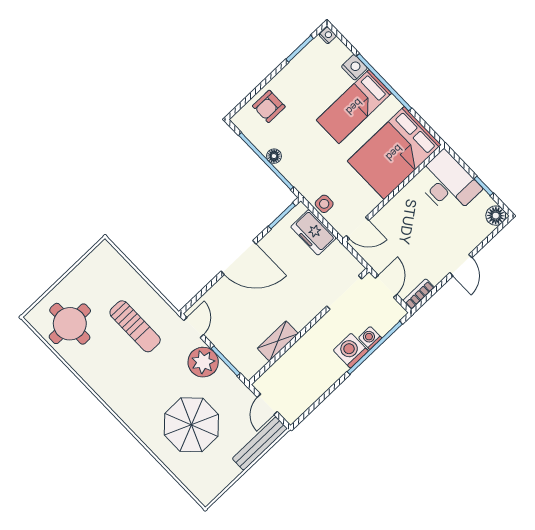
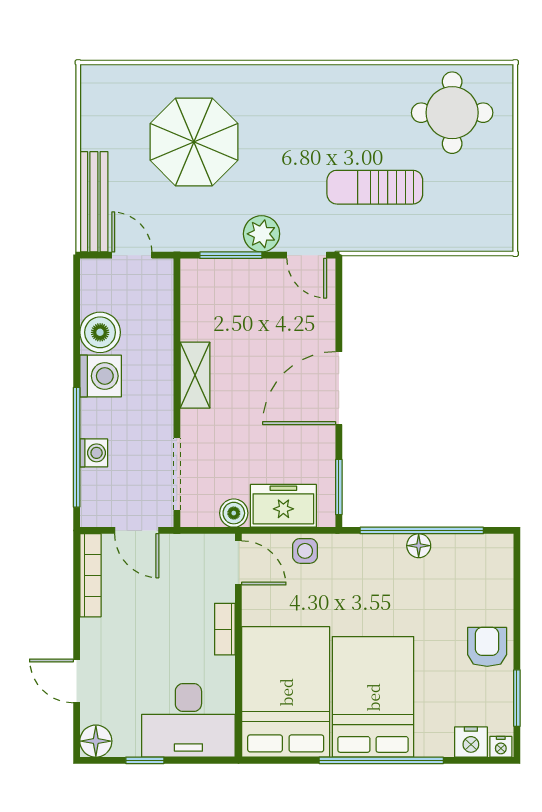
nightstand: (354, 67) -> (471, 742), moved
armchair: (269, 106) -> (487, 647), moved
bed: (354, 107) -> (373, 697), width x1.50
bookcase: (392, 206) -> (225, 629), added
door: (357, 228) -> (238, 563), swing flipped
boiler: (338, 251) -> (234, 513), added
door: (461, 265) -> (77, 681), moved
bookcase: (419, 294) -> (90, 575), width x1.56
shelving: (278, 341) -> (195, 375), moved
washing machine: (351, 351) -> (101, 376), moved
plant: (203, 362) -> (262, 234), width x0.73, depth x0.73
boiler: (314, 386) -> (100, 332), added

